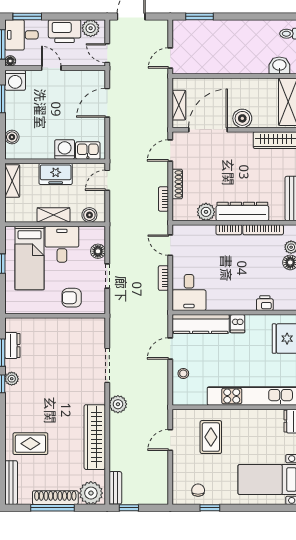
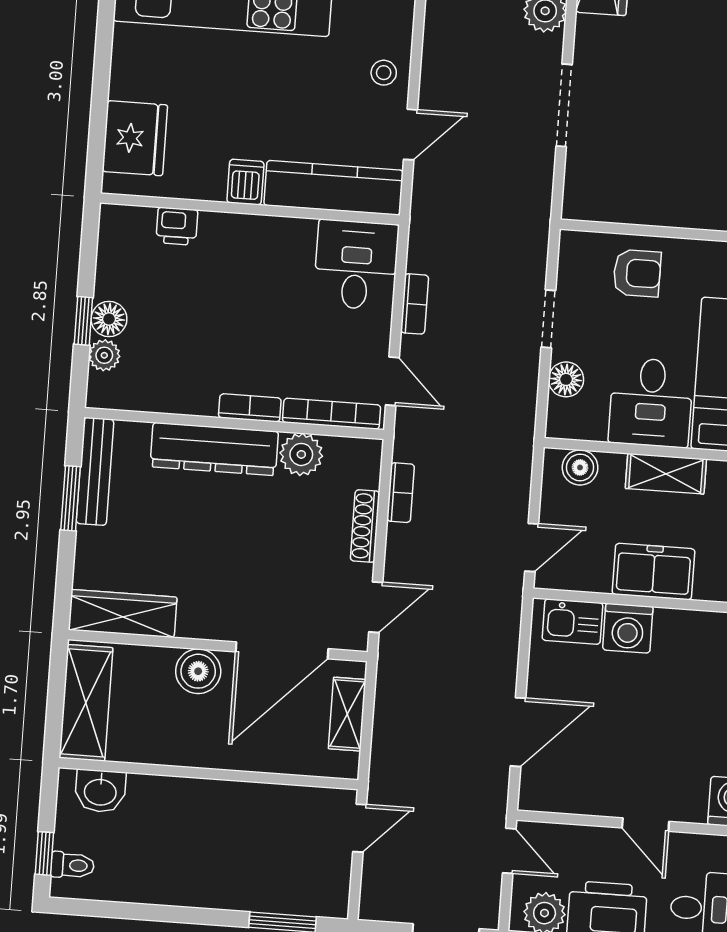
bookcase: (263, 230) -> (332, 414), moved

